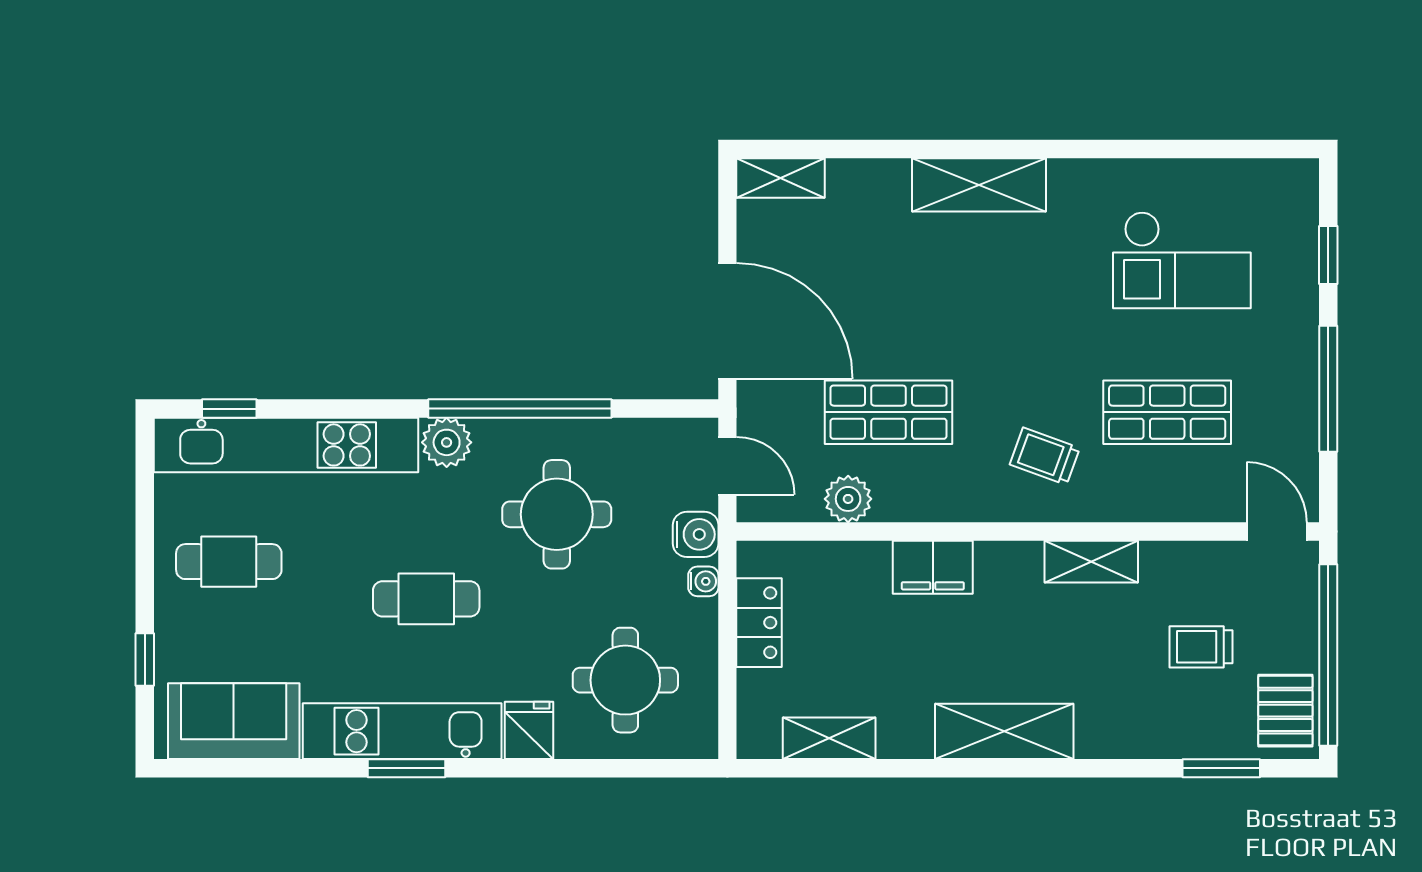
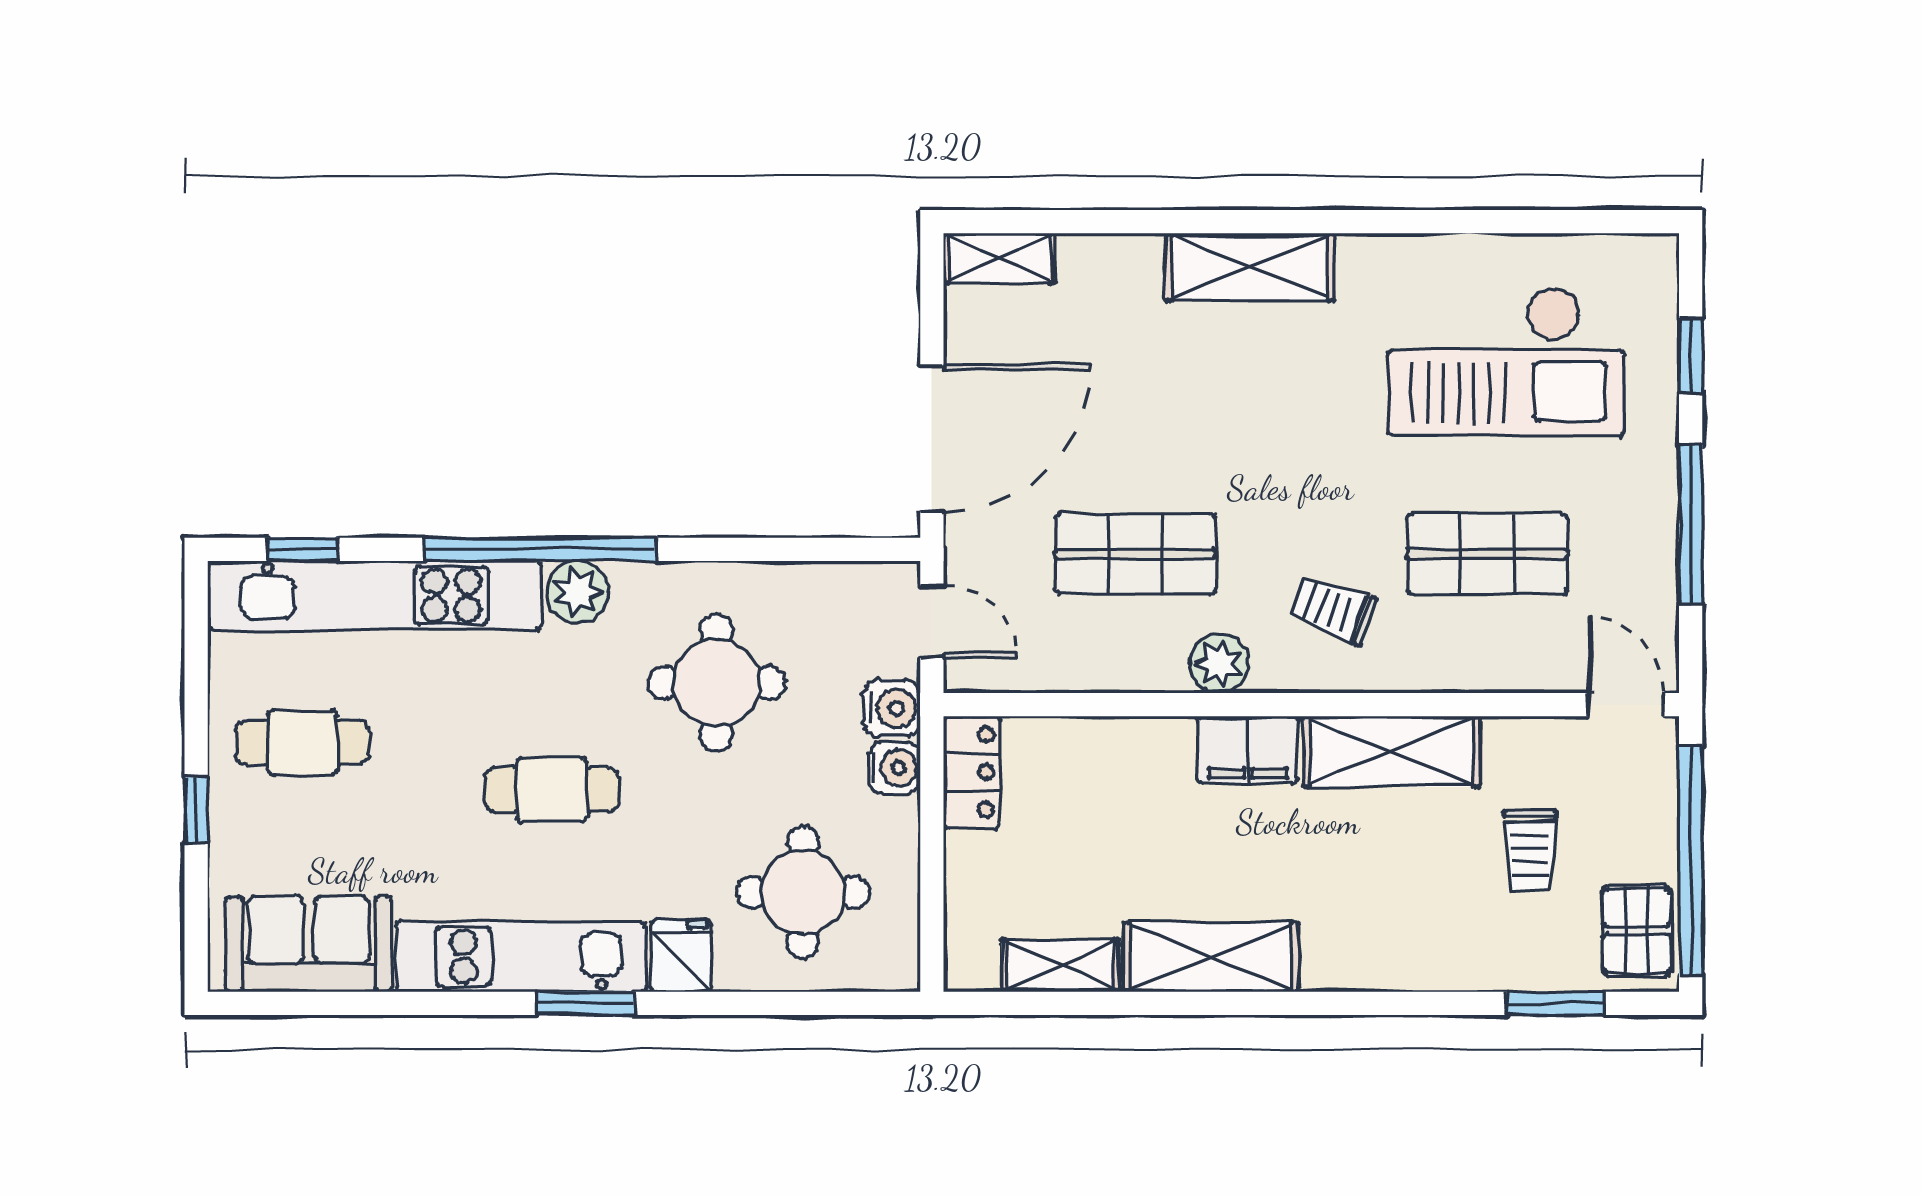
checkout: (1182, 260) -> (1506, 362), width x1.36, depth x1.21
door: (727, 321) -> (932, 439), hinge flipped
window: (520, 409) -> (541, 549), moved
plant: (848, 499) -> (1219, 664), moved
shelving: (1091, 562) -> (1391, 751), width x1.50, depth x1.33
filing cabinet: (933, 567) -> (1248, 750), moved
water cooler: (703, 581) -> (894, 768), width x1.38, depth x1.38
locker: (759, 623) -> (972, 772), moved
trolley: (1201, 647) -> (1530, 850), turned -90
window: (145, 659) -> (196, 810), moved
shelving: (1004, 731) -> (1211, 957), moved
window: (407, 768) -> (585, 1003), moved

